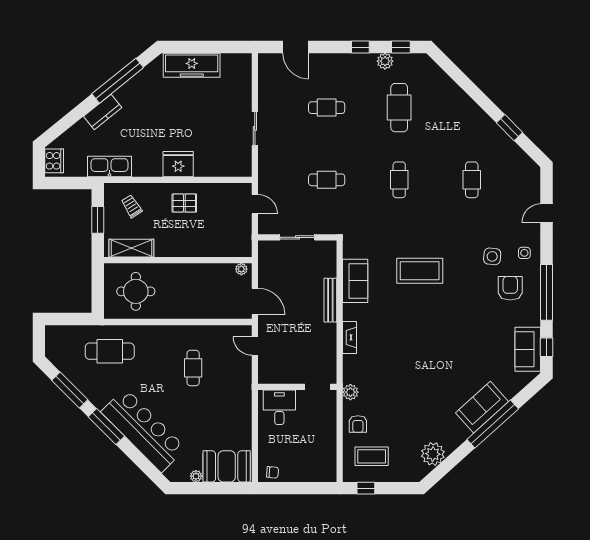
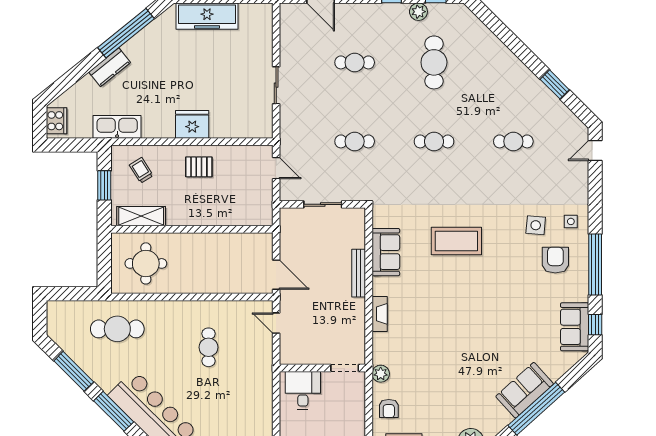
cafe table: (399, 180) -> (434, 141), turned 90
cafe table: (472, 180) -> (513, 141), turned 90
door: (547, 213) -> (595, 150), moved
plant: (241, 269) -> (261, 239), removed

